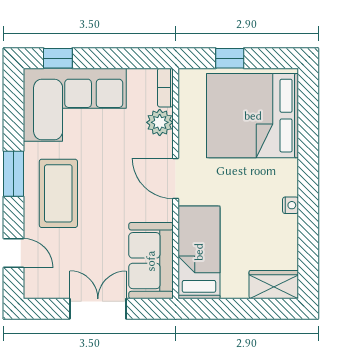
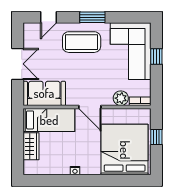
window: (58, 58) -> (156, 56), moved
door: (176, 178) -> (90, 107), swing flipped
wardrobe: (274, 285) -> (31, 146), moved

